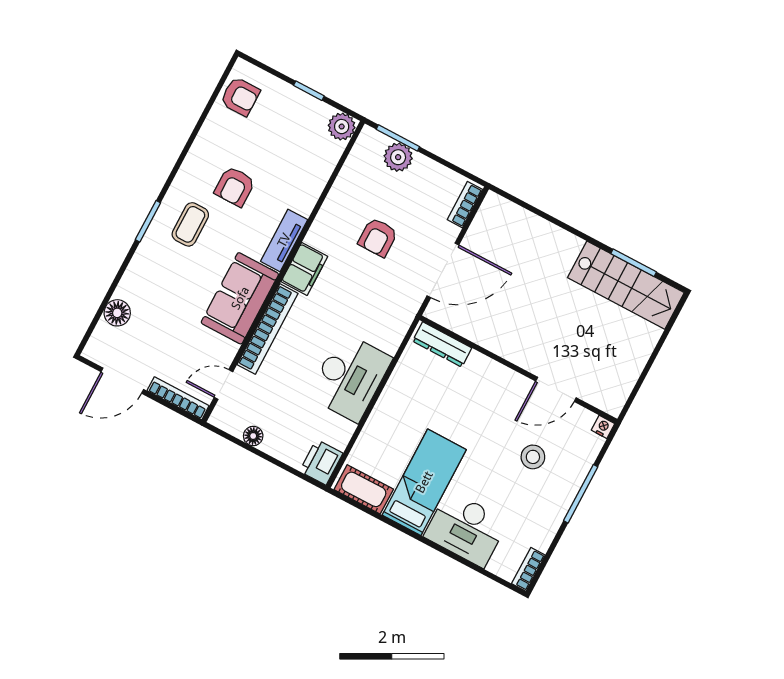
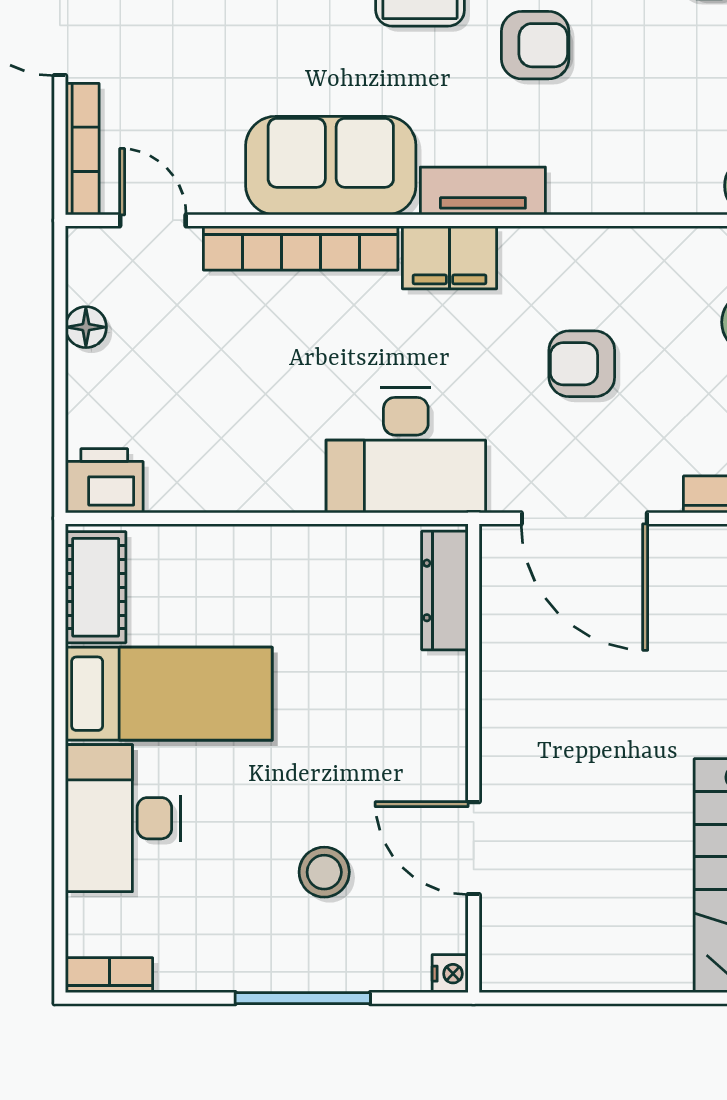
armchair: (235, 186) -> (535, 45), turned 180
desk: (350, 377) -> (406, 450), moved

